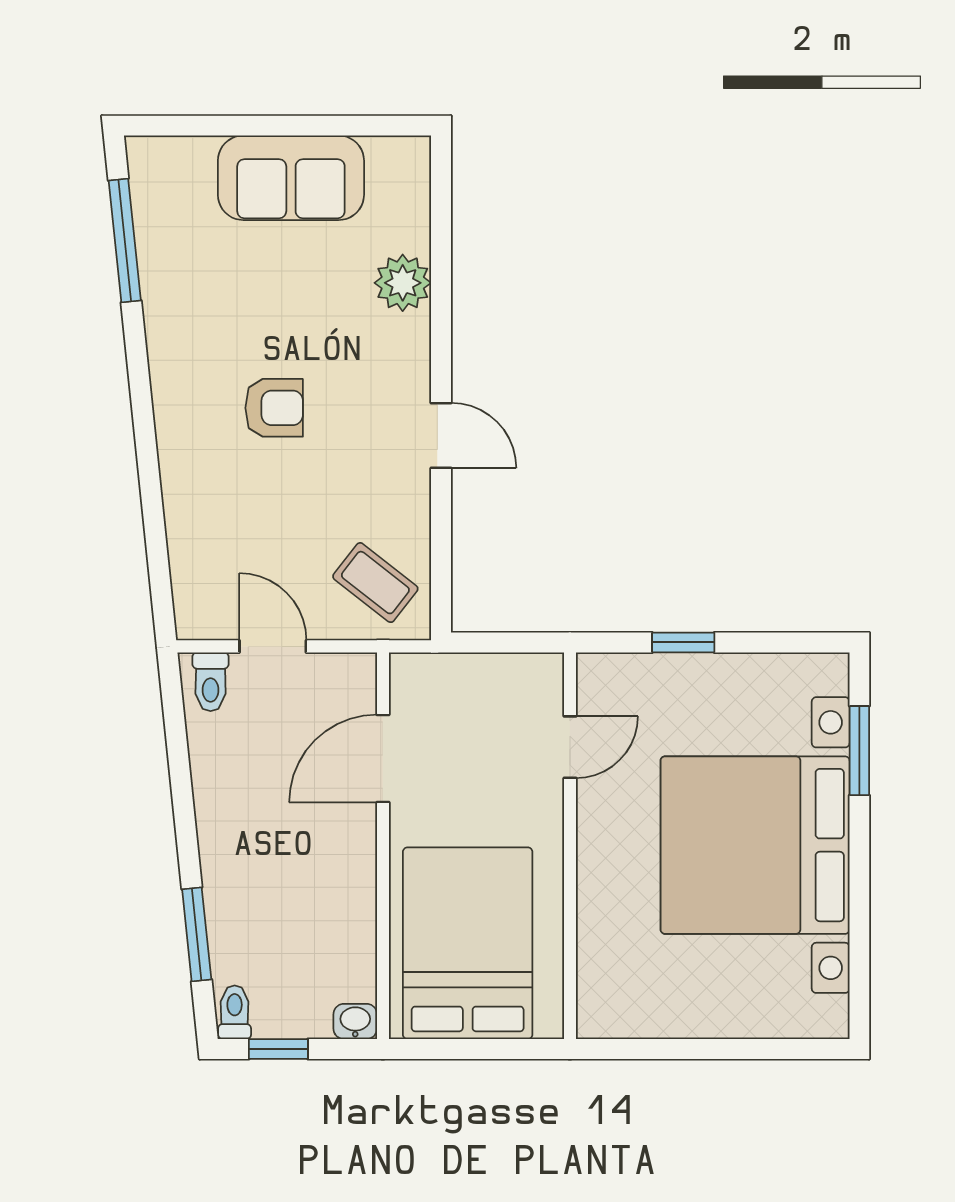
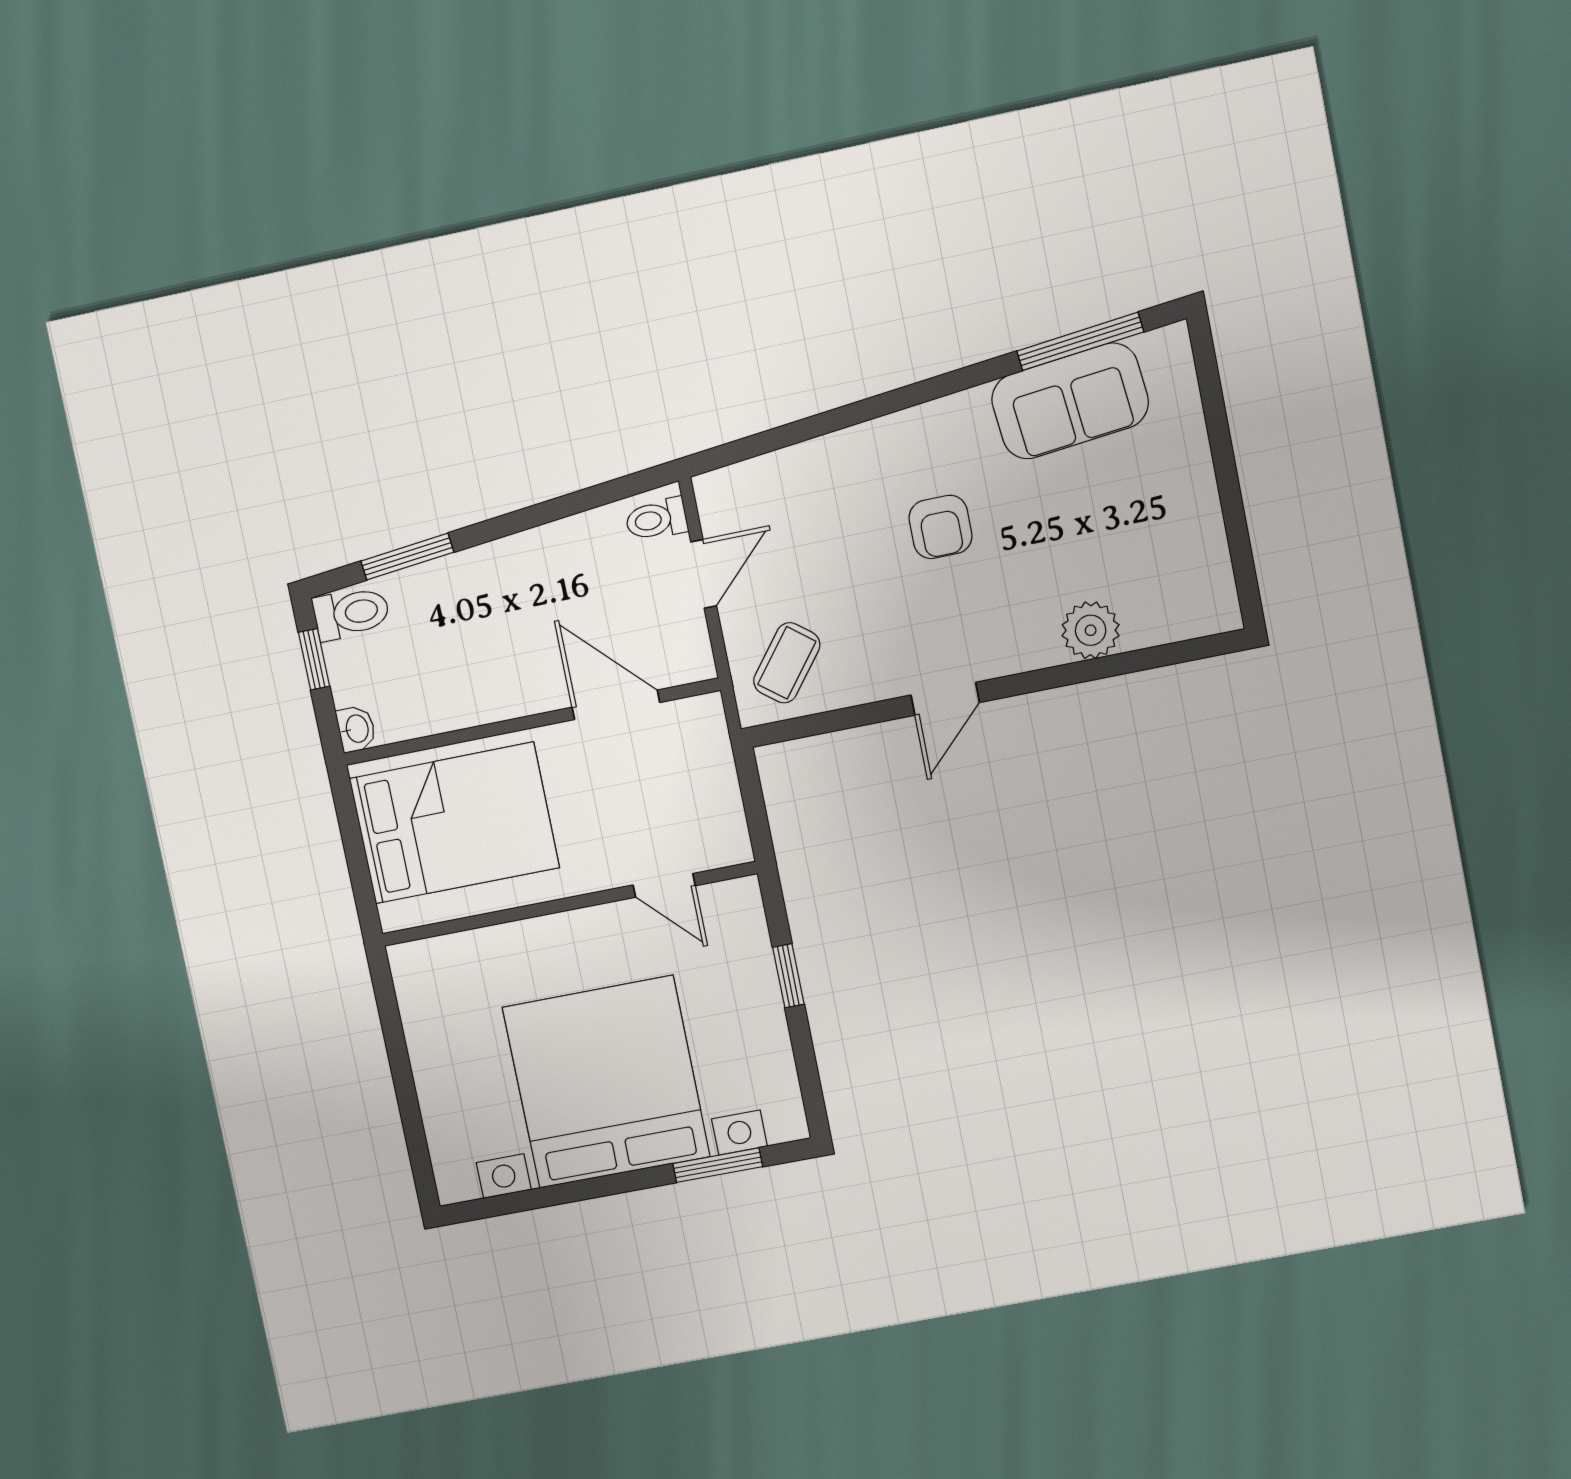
sofa: (291, 178) -> (1070, 401), moved, turned -96
toilet: (235, 1012) -> (351, 613), width x1.37, depth x1.39

